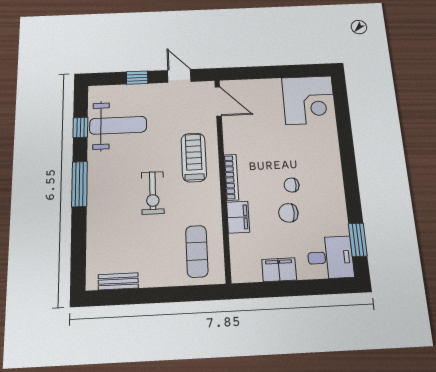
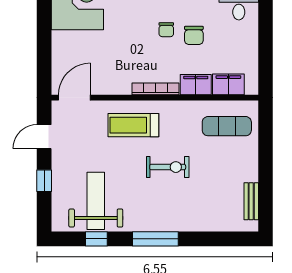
filing cabinet: (279, 270) -> (228, 84), moved, turned 90

